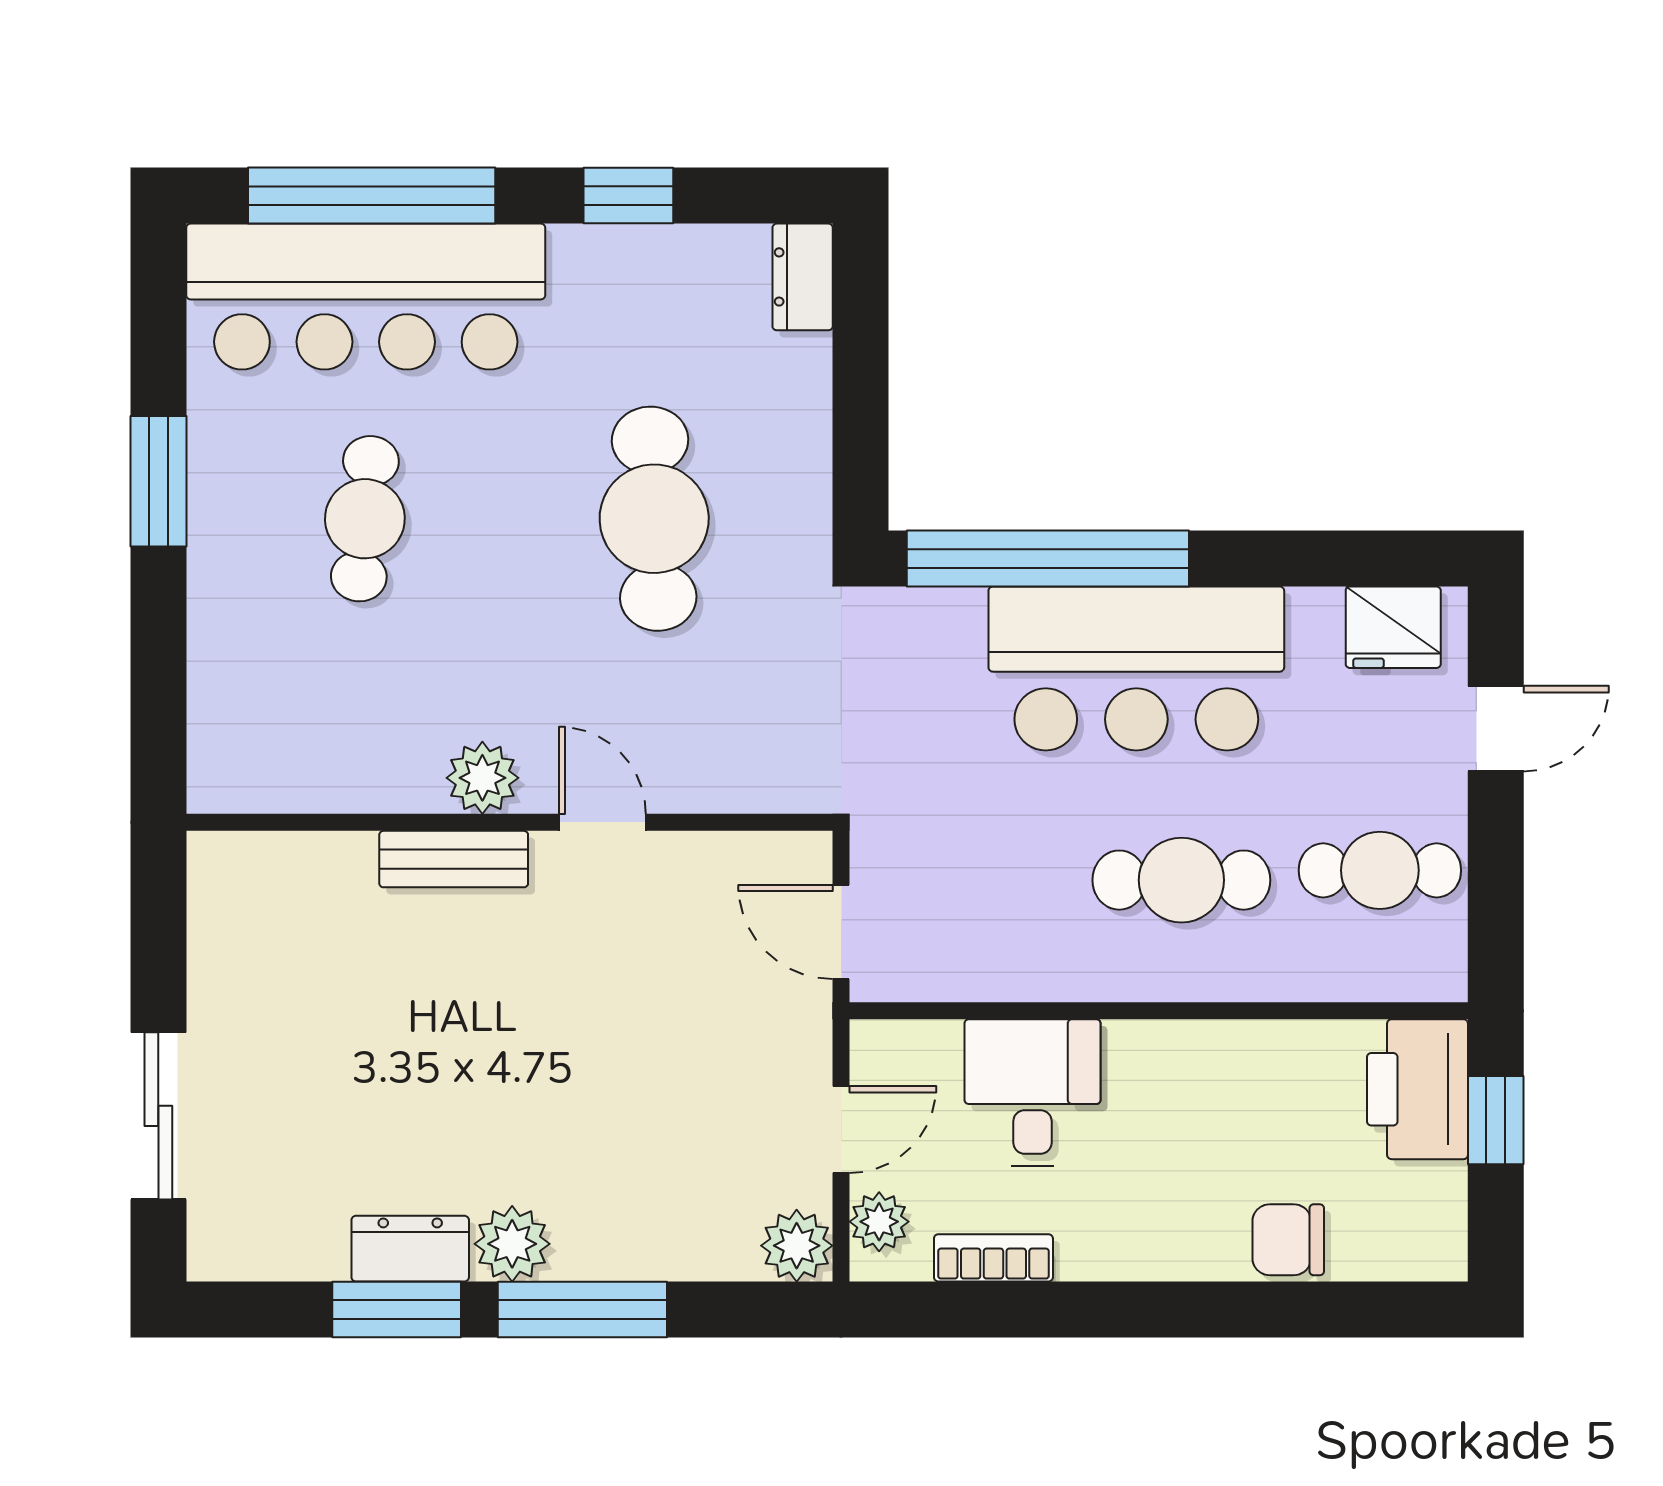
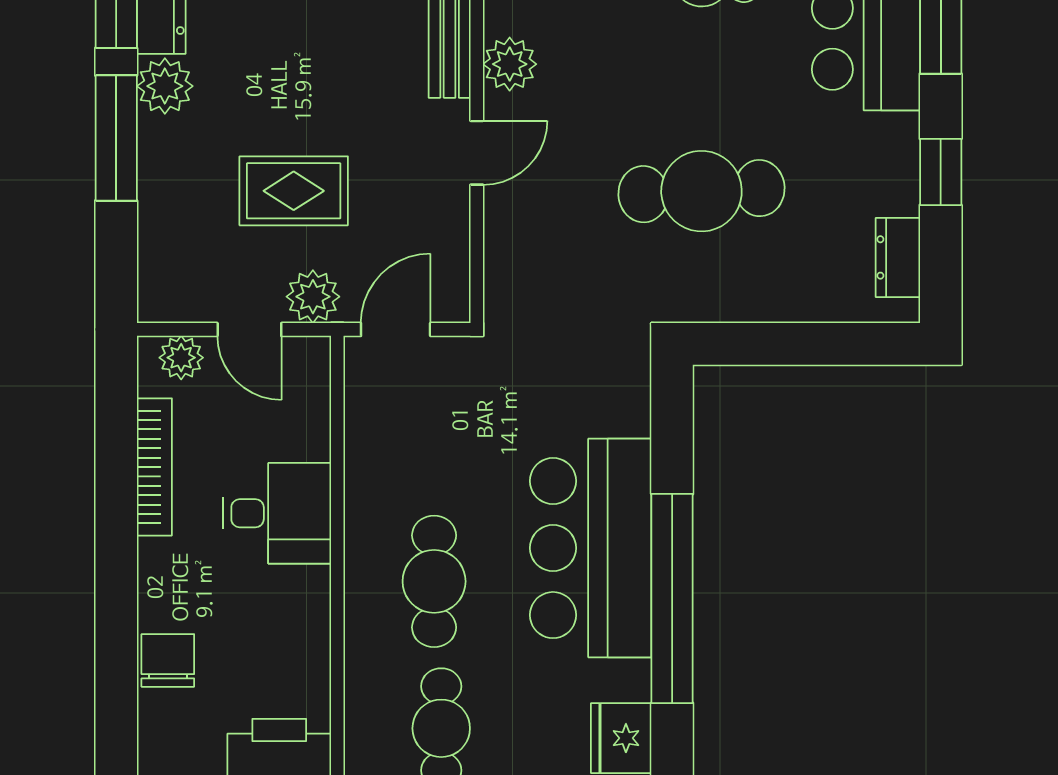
dresser: (803, 277) -> (898, 257), moved, turned -90
window: (1048, 559) -> (672, 598), moved
rug: (654, 1070) -> (294, 191), added
desk: (1033, 1092) -> (277, 513), moved
plant: (797, 1246) -> (313, 297), moved
bookcase: (993, 1258) -> (154, 467), width x1.56

